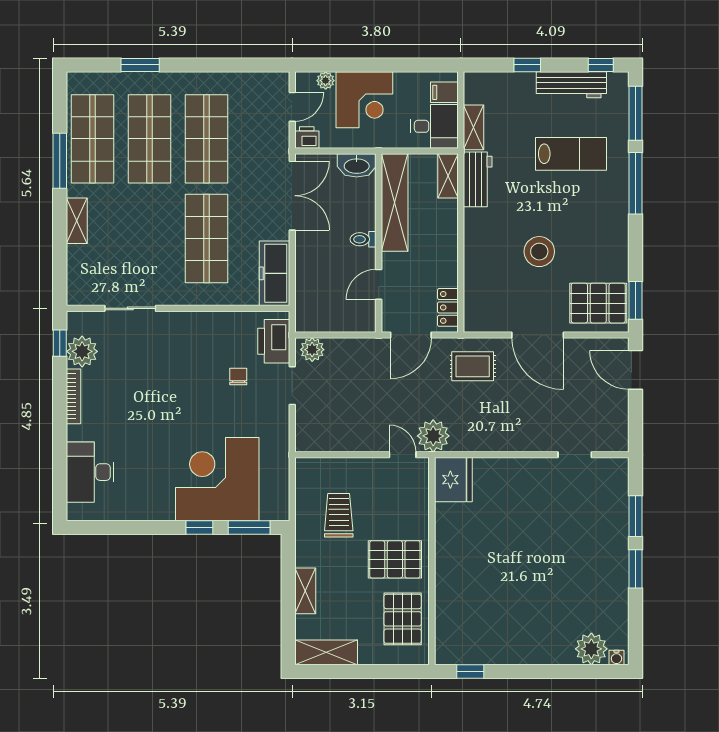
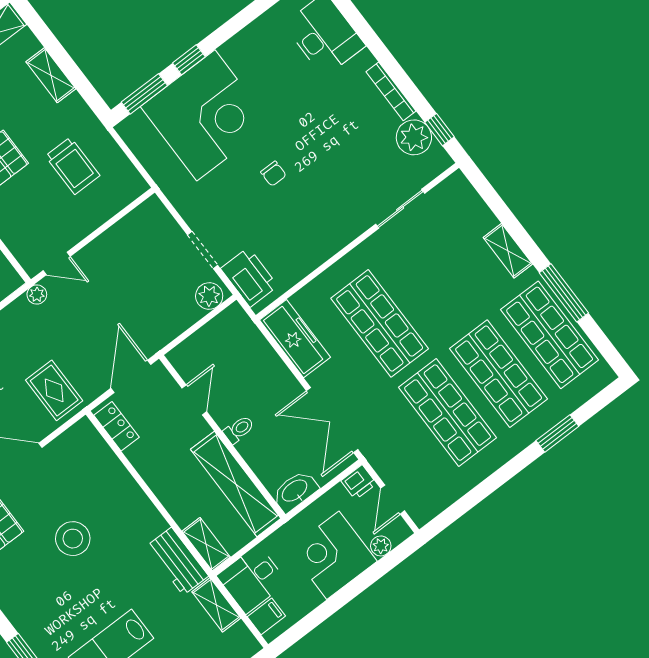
rug: (473, 366) -> (54, 390), turned 90
chair: (238, 376) -> (273, 174), moved
plant: (433, 436) -> (37, 295), width x0.53, depth x0.53

